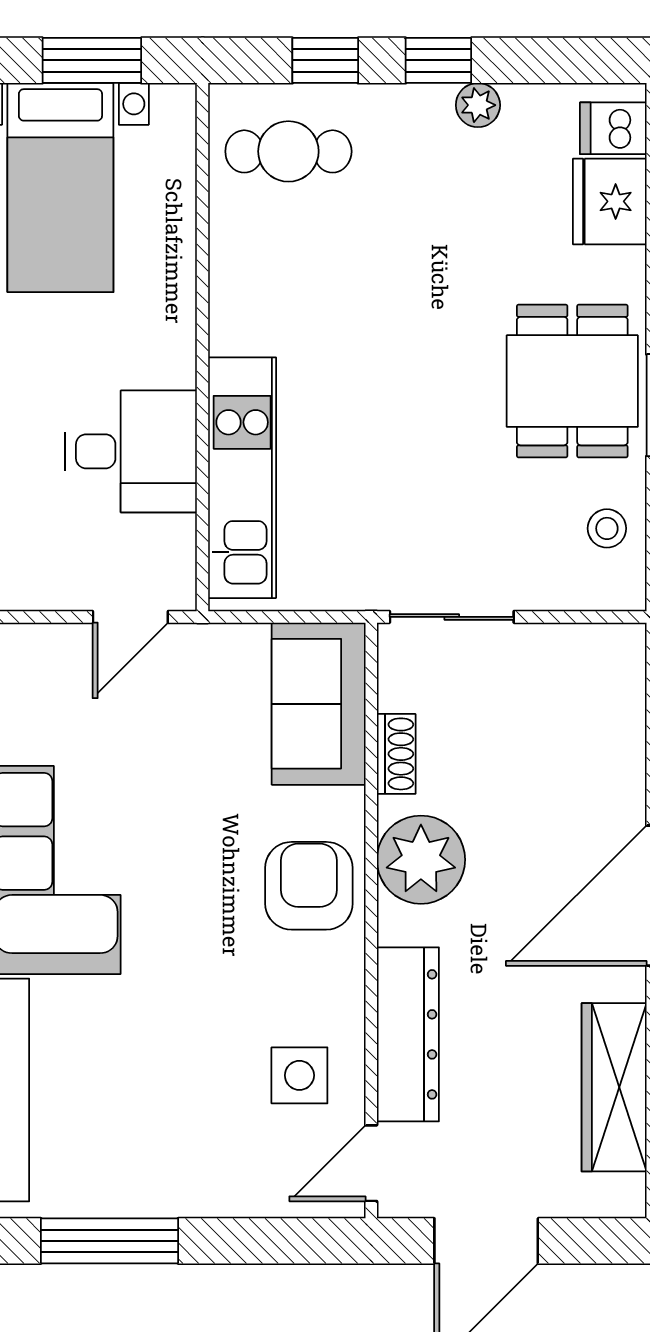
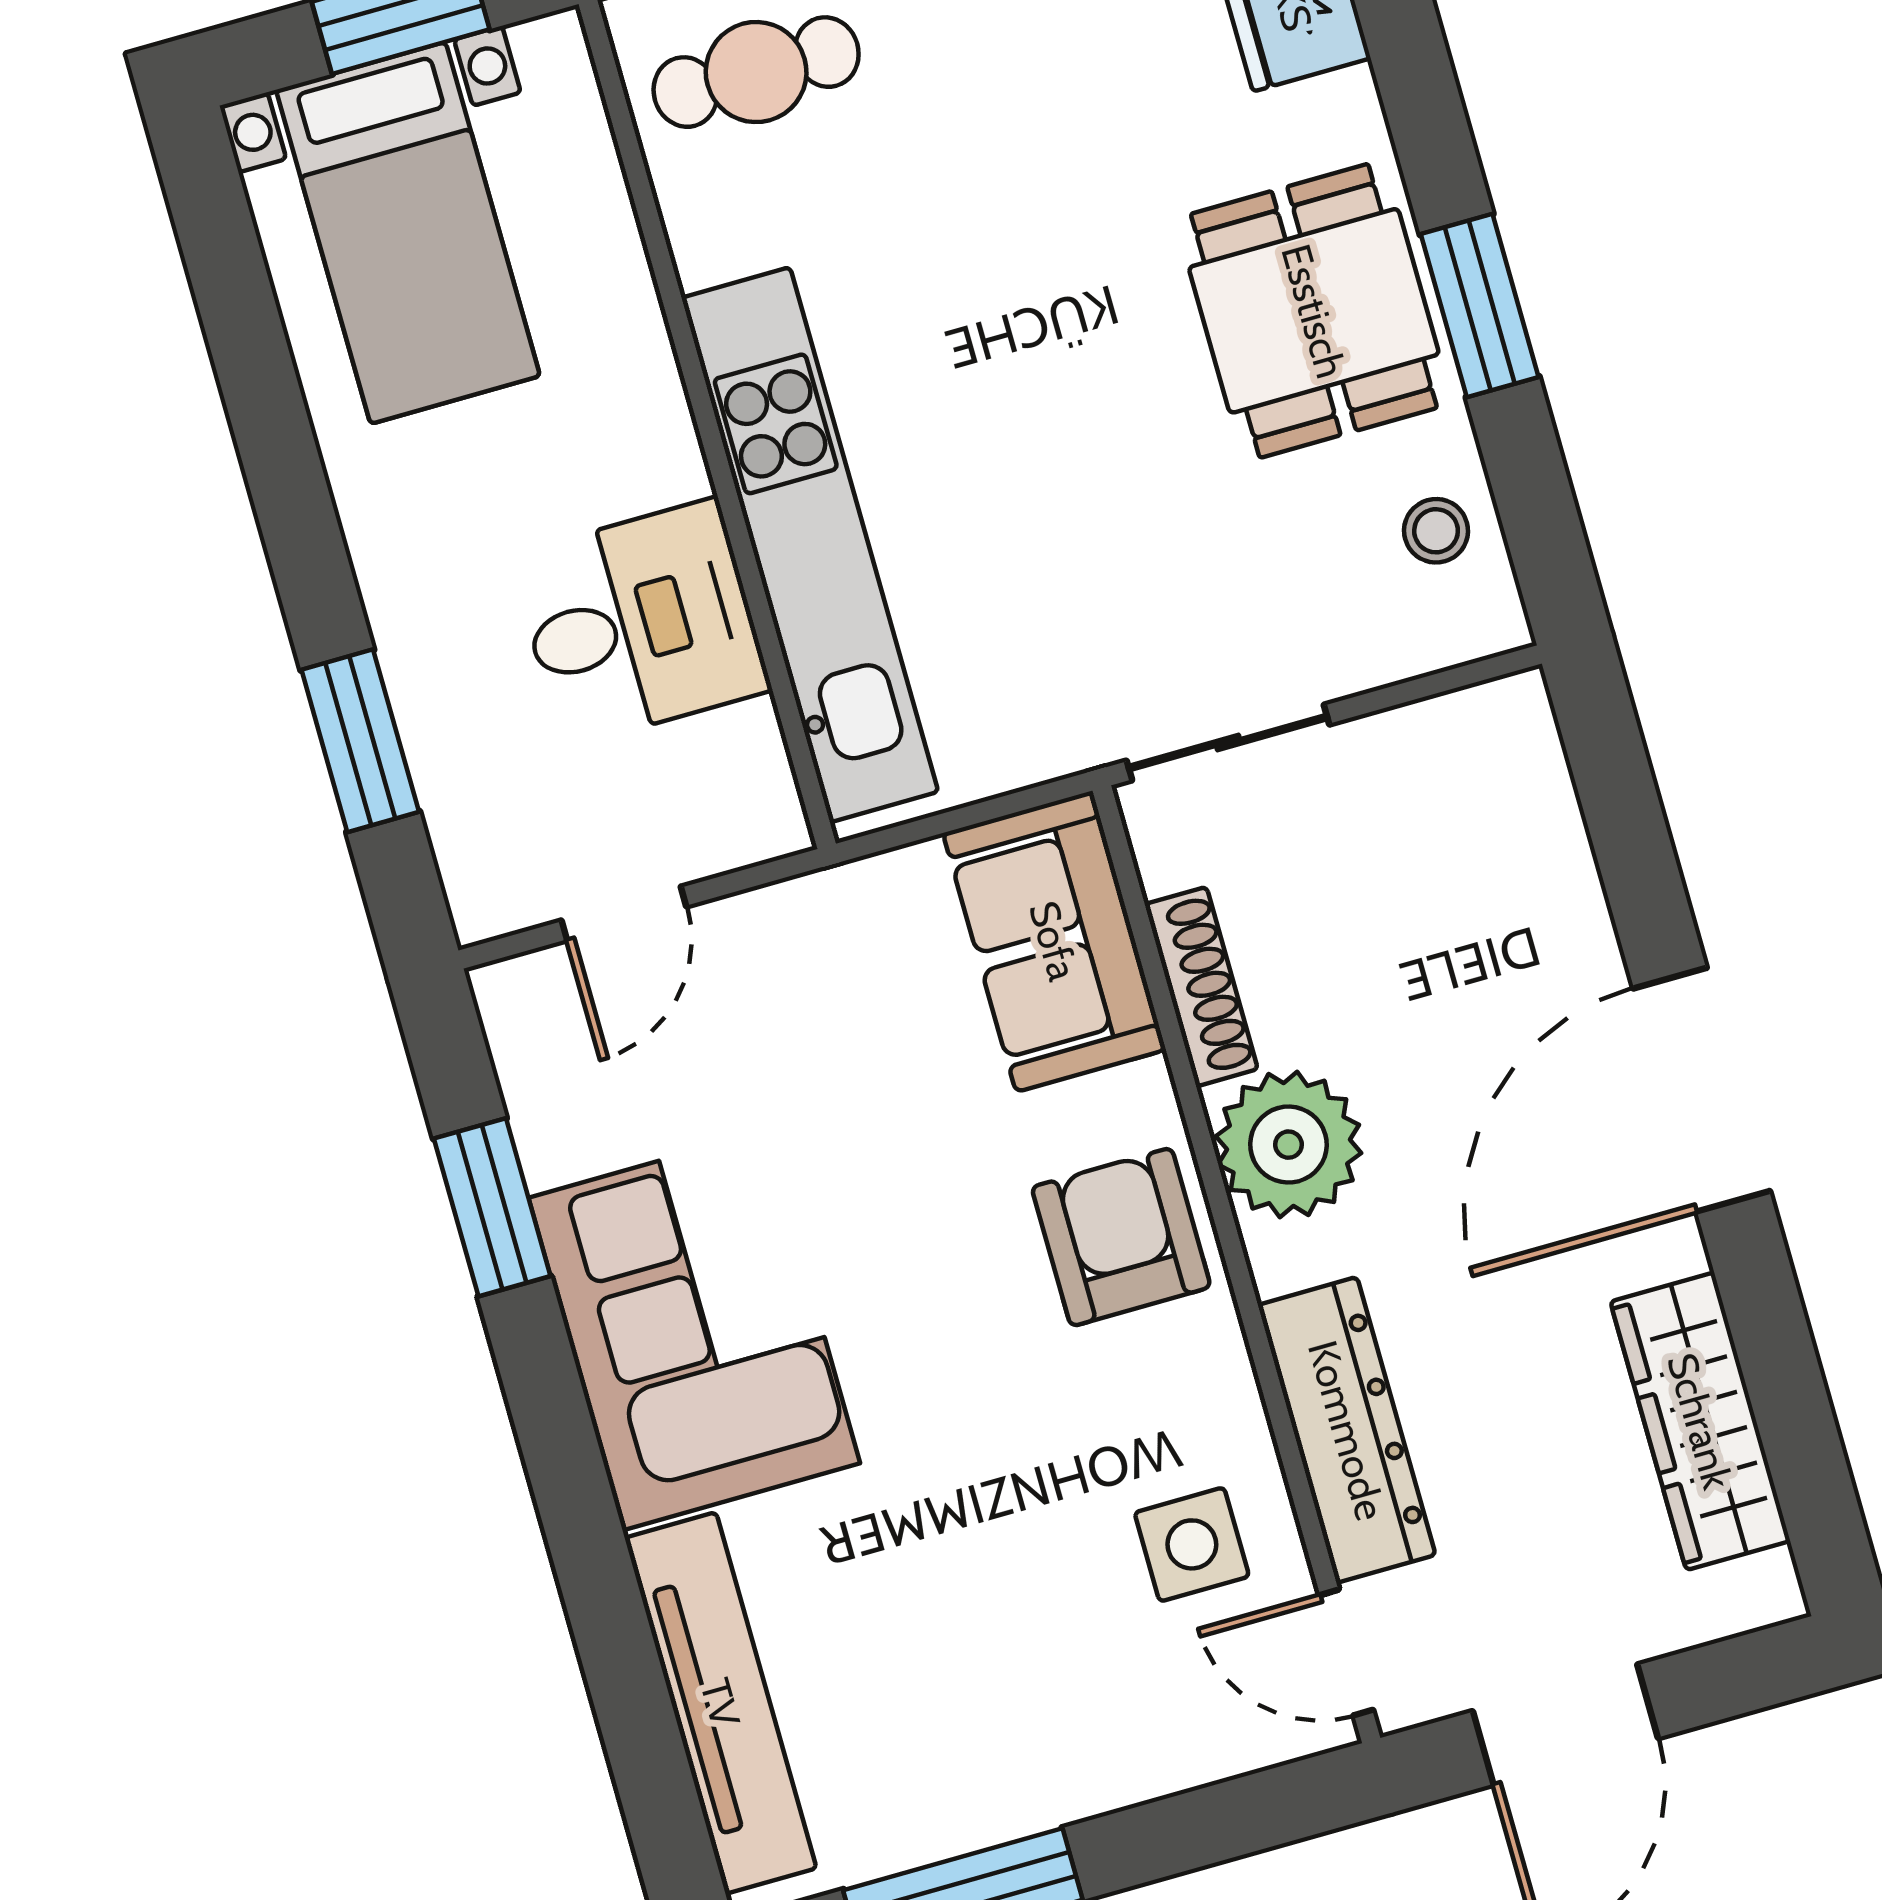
kitchen unit: (242, 478) -> (810, 545), width x1.36
door: (130, 617) -> (624, 913), moved
shoe rack: (396, 754) -> (1201, 987), width x1.43
door: (371, 1163) -> (1346, 1652), hinge flipped

